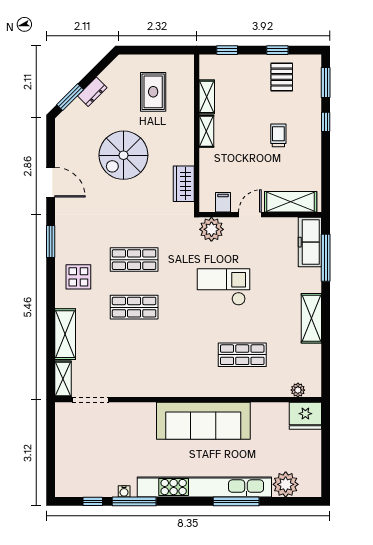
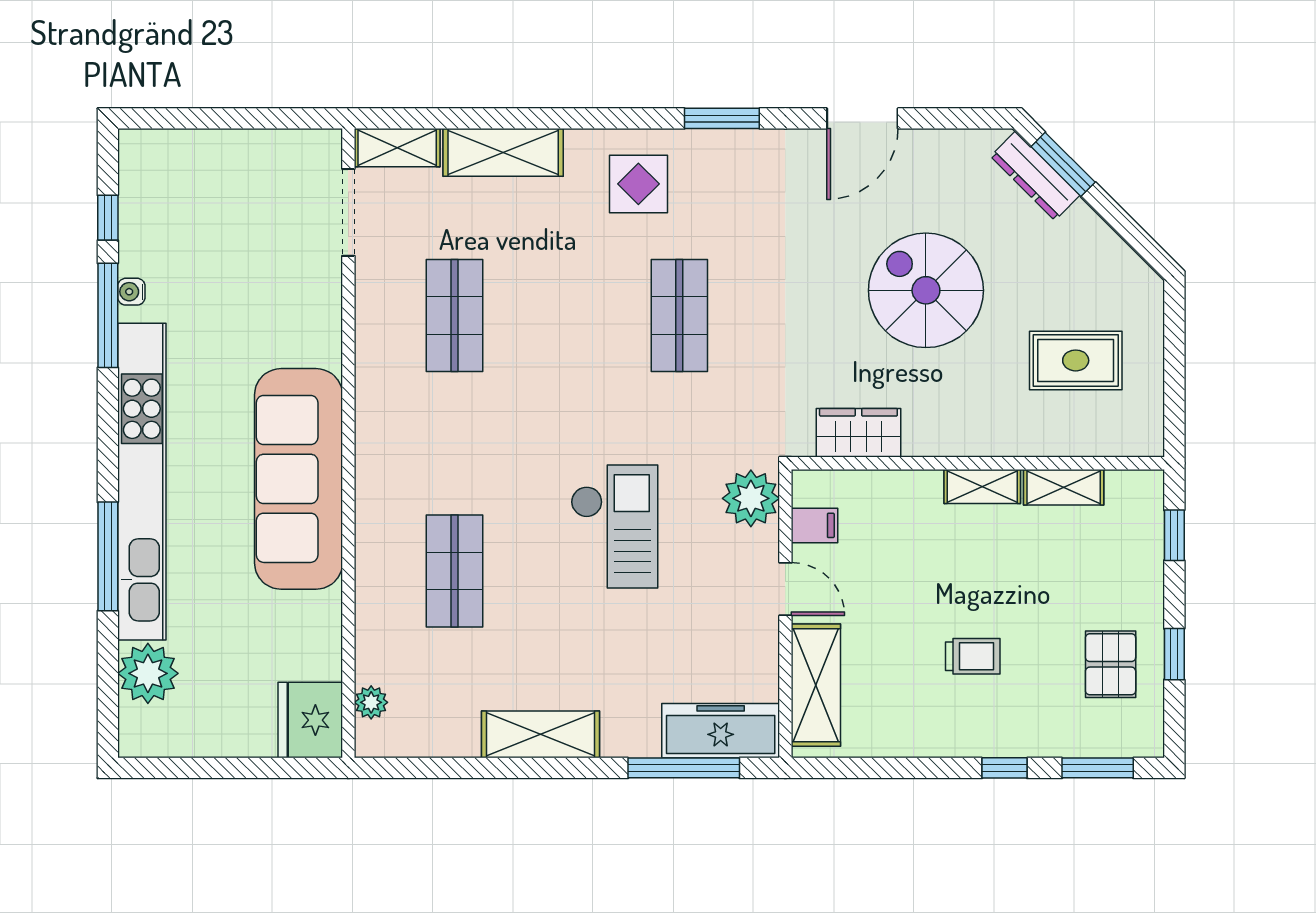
pallet: (282, 77) -> (1111, 664), turned 90
dresser: (92, 92) -> (1035, 176), moved, width x1.44
shop shelf: (134, 307) -> (454, 315), moved

